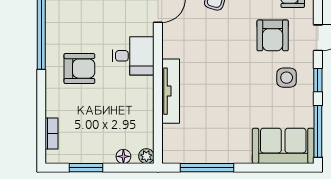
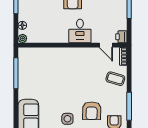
armchair: (273, 35) -> (92, 111), turned -89
tv unit: (171, 91) -> (60, 52), removed

